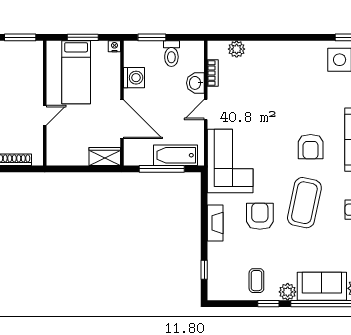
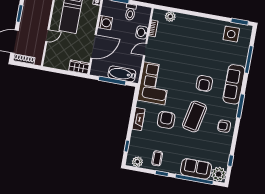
door: (122, 119) -> (94, 46), hinge flipped
plant: (288, 292) -> (137, 162), moved

